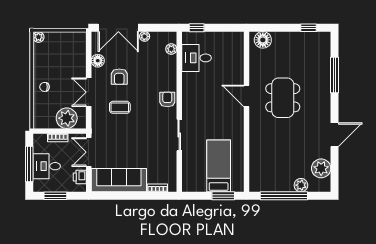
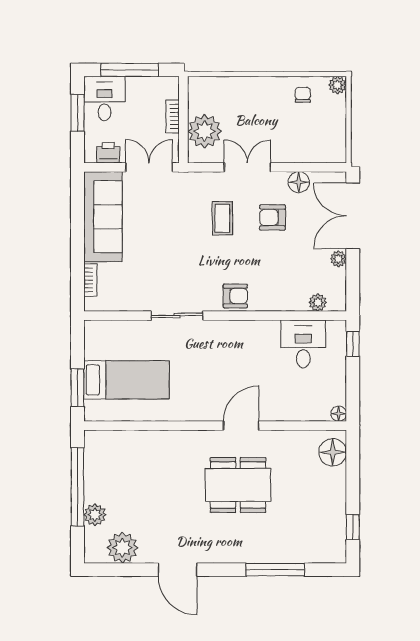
floor lamp: (239, 36) -> (339, 414), added
chair: (45, 87) -> (303, 95), moved
desk: (47, 166) -> (104, 99), moved

